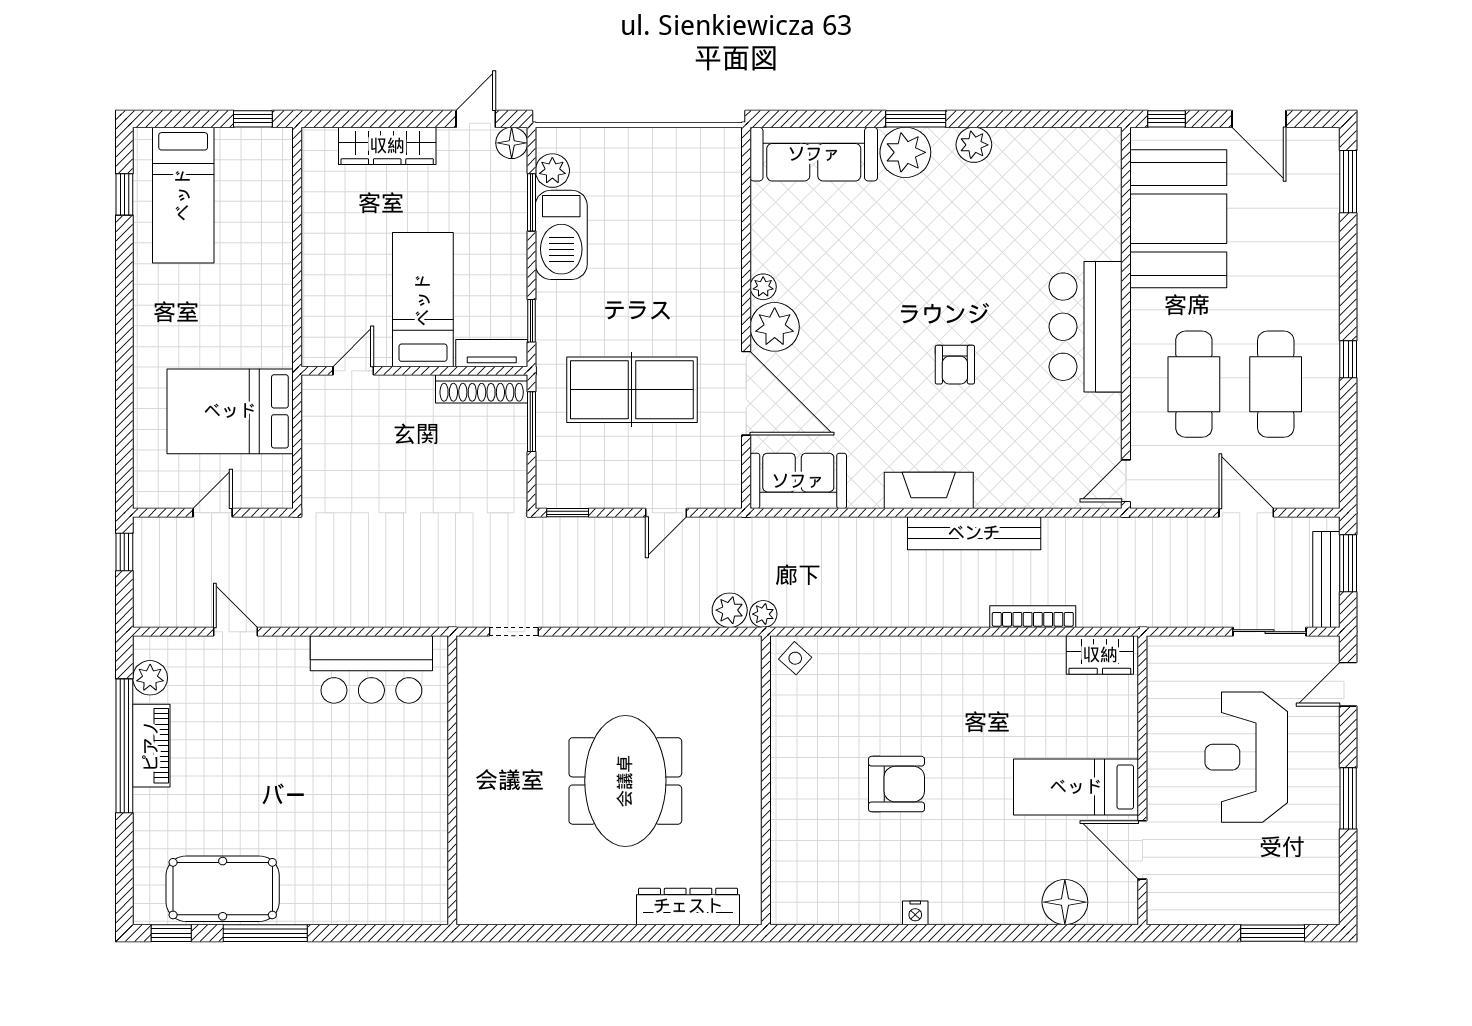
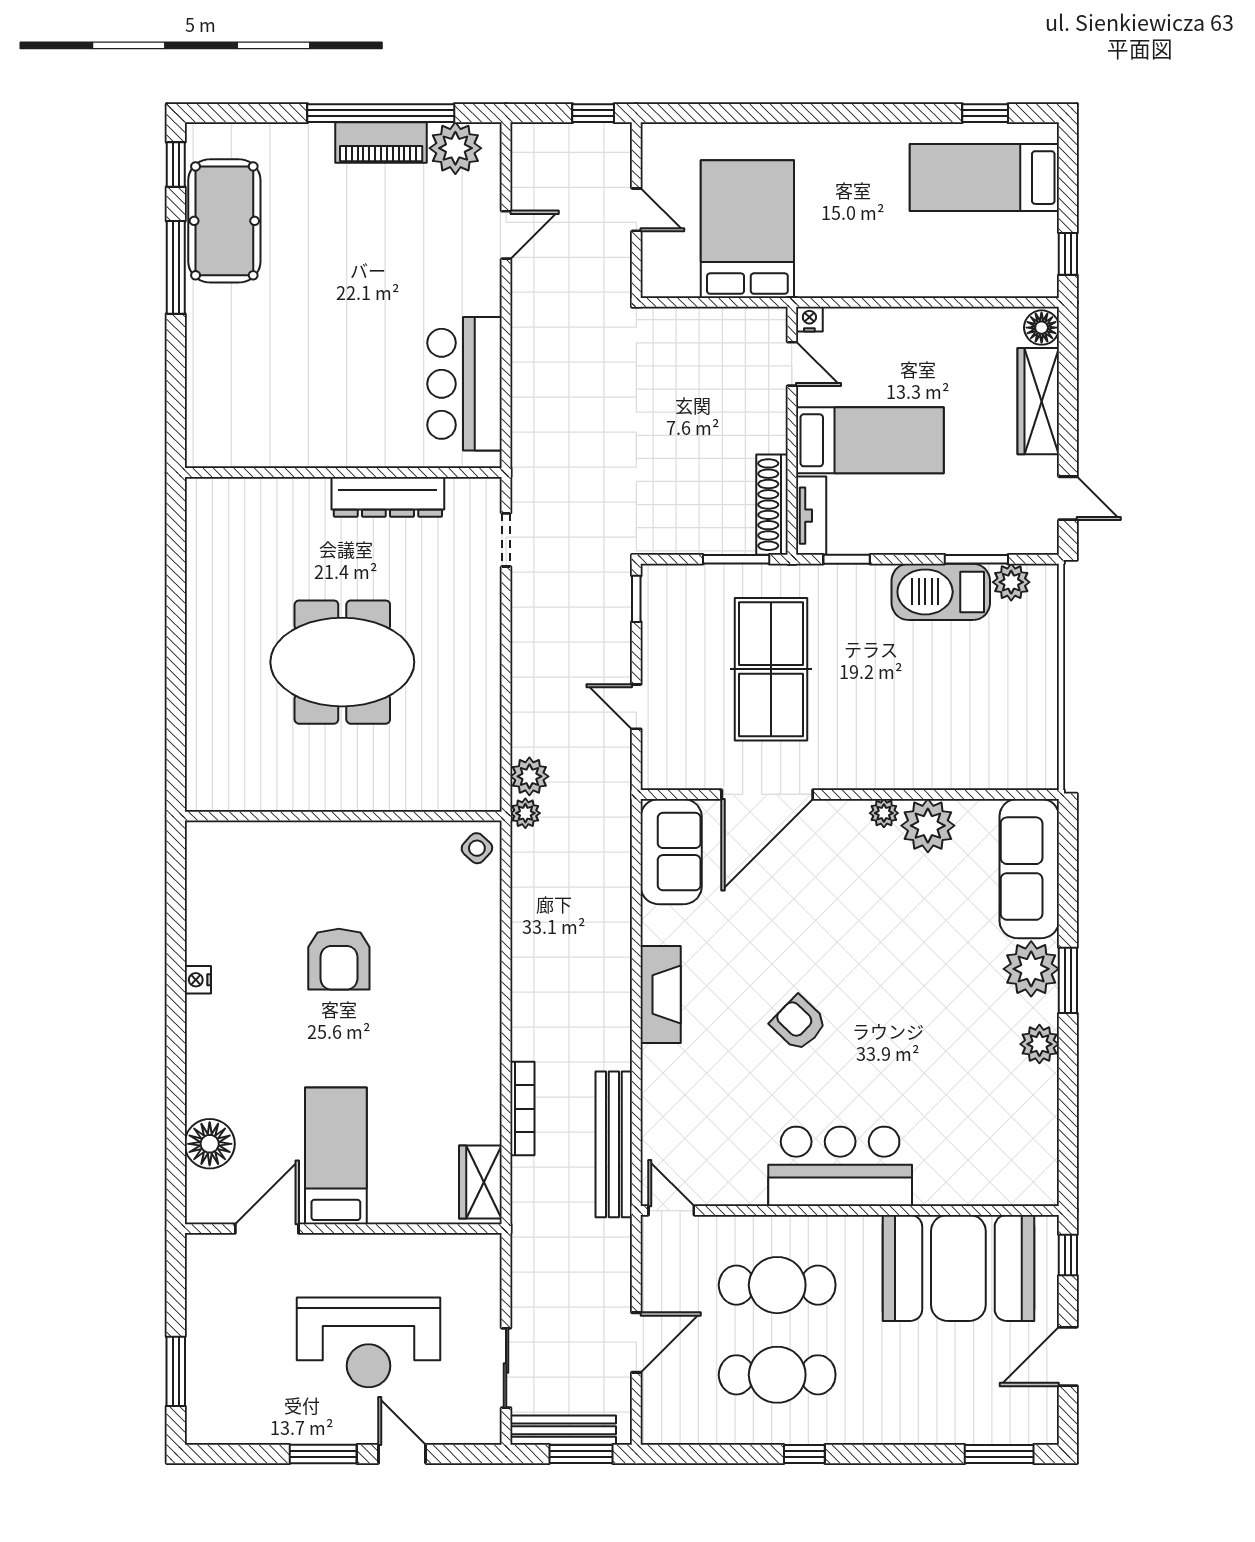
floor lamp: (512, 143) -> (1042, 328), moved
plant: (775, 327) -> (928, 826), moved
nightstand: (312, 355) -> (809, 319), added
armchair: (955, 365) -> (799, 1023), turned 44
bench: (974, 533) -> (614, 1144), moved
plant: (150, 678) -> (455, 148), width x1.36, depth x1.36
door: (1348, 684) -> (402, 1454), moved
reception desk: (1246, 757) -> (369, 1342), turned 180
dresser: (688, 906) -> (388, 497), moved, turned 90

